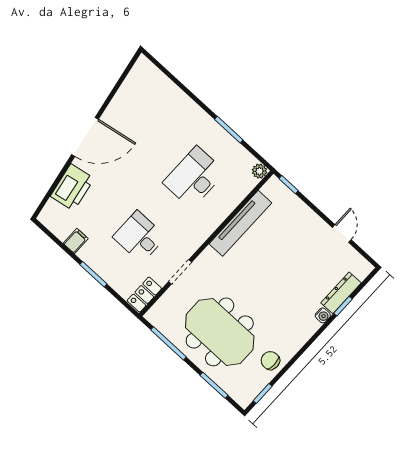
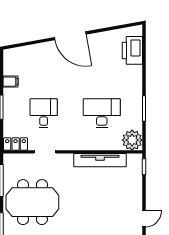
plant: (259, 171) -> (132, 140), width x1.88, depth x1.88
printer: (72, 187) -> (132, 50), moved, turned 100
meeting table: (220, 332) -> (32, 202), turned 90

